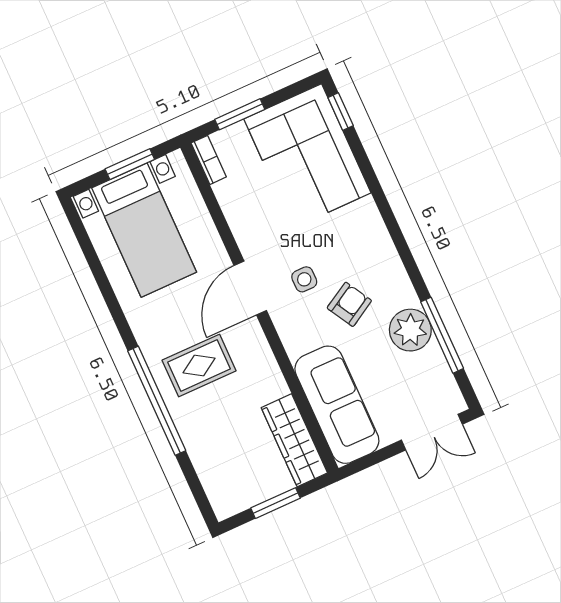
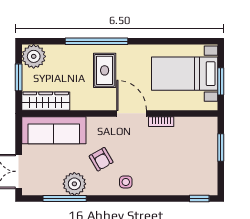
corner sofa: (307, 156) -> (185, 172), removed
bookcase: (209, 160) -> (161, 122), moved
side table: (304, 279) -> (126, 182), moved
plant: (229, 494) -> (34, 56), added

